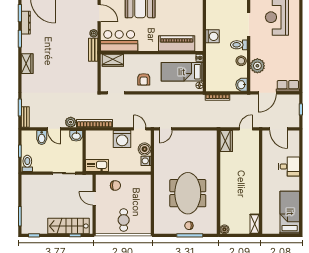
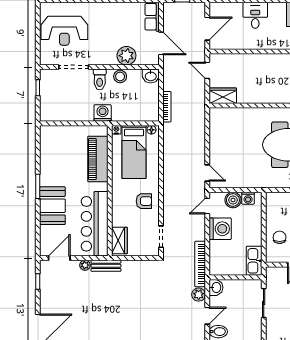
washing machine: (213, 36) -> (103, 113), moved
bar counter: (119, 41) -> (95, 224), width x1.36

